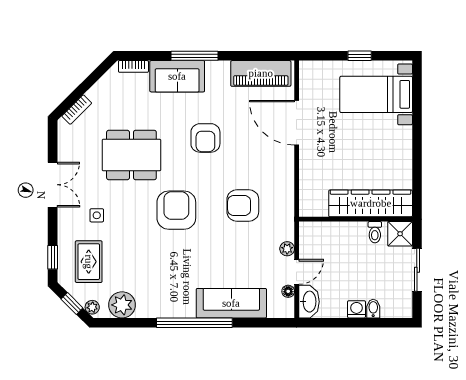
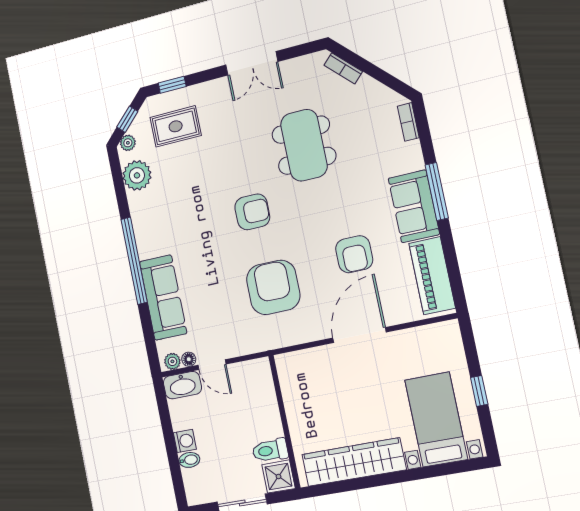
sofa: (177, 76) -> (414, 206), moved
door: (297, 123) -> (359, 335), moved
armchair: (205, 138) -> (354, 254), moved, turned -90
wardrobe: (371, 203) -> (354, 462), moved, turned -90
armchair: (243, 206) -> (273, 287), width x1.36, depth x1.36
armchair: (176, 210) -> (252, 212), width x0.73, depth x0.73
side table: (97, 215) -> (228, 122), removed
toilet: (375, 232) -> (270, 450), width x1.37, depth x1.39
plant: (287, 249) -> (172, 361), moved

